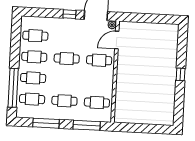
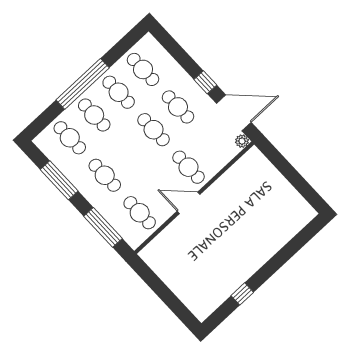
cafe table: (68, 37) -> (178, 107), added
door: (117, 40) -> (189, 203), moved
window: (181, 74) -> (242, 294), moved
window: (13, 88) -> (83, 84), moved

